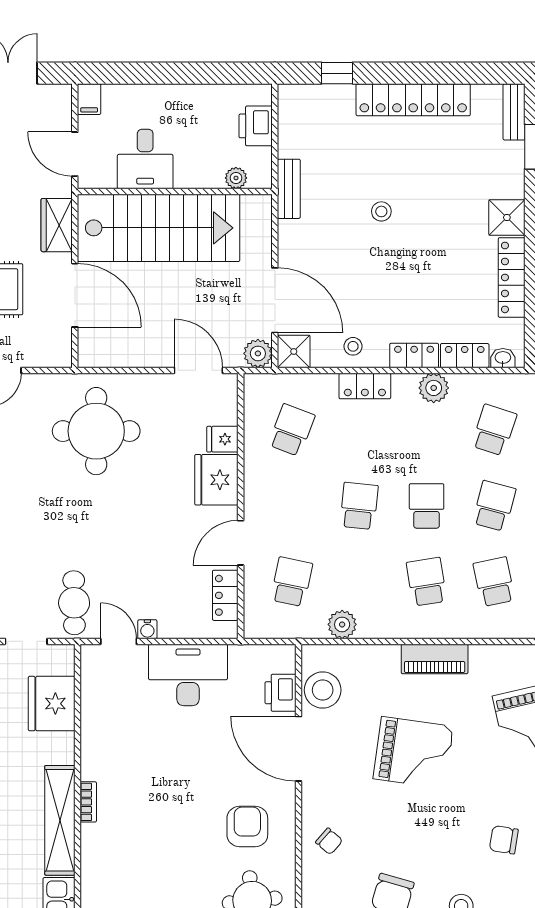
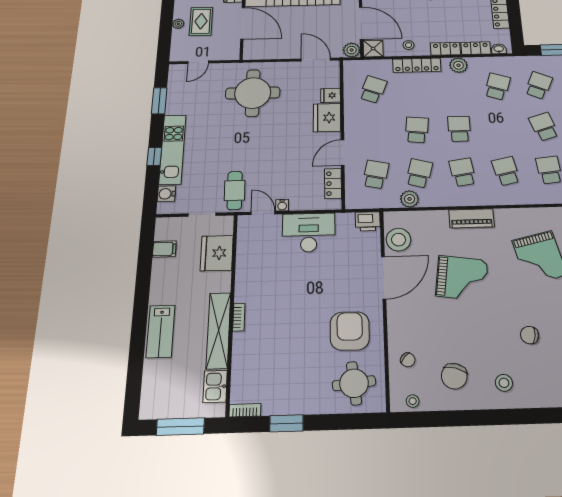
locker: (365, 386) -> (417, 65), width x1.53
school desk: (494, 506) -> (419, 173), moved
printer: (280, 693) -> (368, 221), moved, turned -90
door: (299, 749) -> (384, 278), swing flipped
armchair: (247, 826) -> (350, 331), width x1.36, depth x1.36
chair: (329, 841) -> (408, 360), moved

